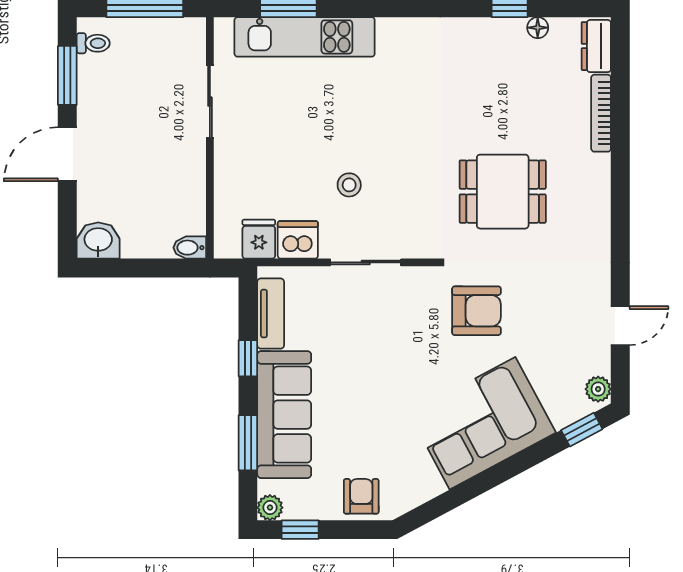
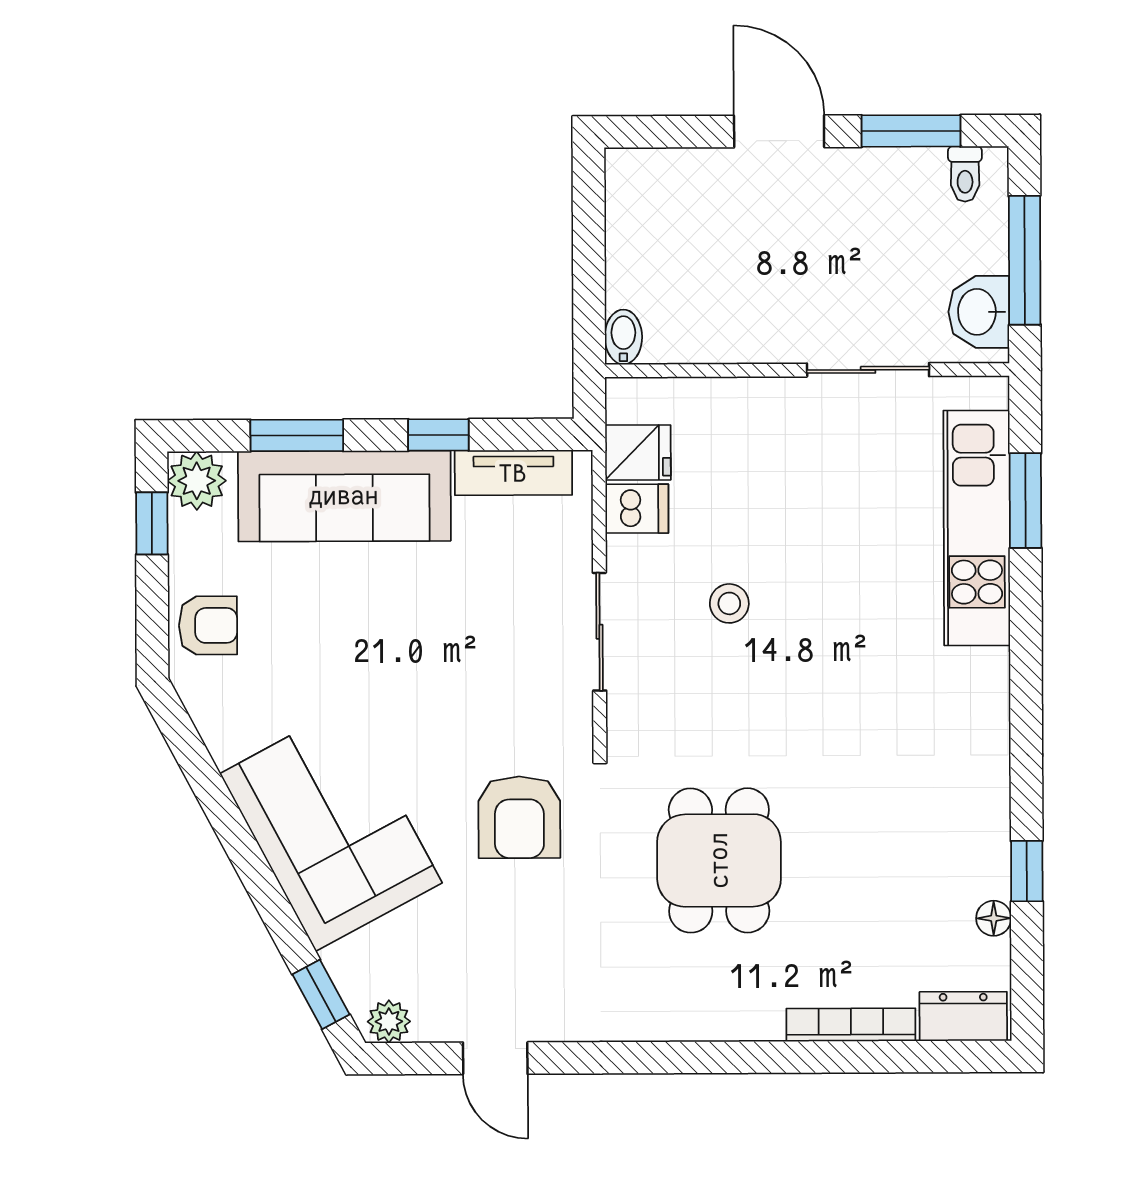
dishwasher: (298, 240) -> (637, 509), width x0.73
washbasin: (98, 241) -> (979, 312), moved, turned 180
plant: (270, 508) -> (197, 481), width x1.38, depth x1.38

